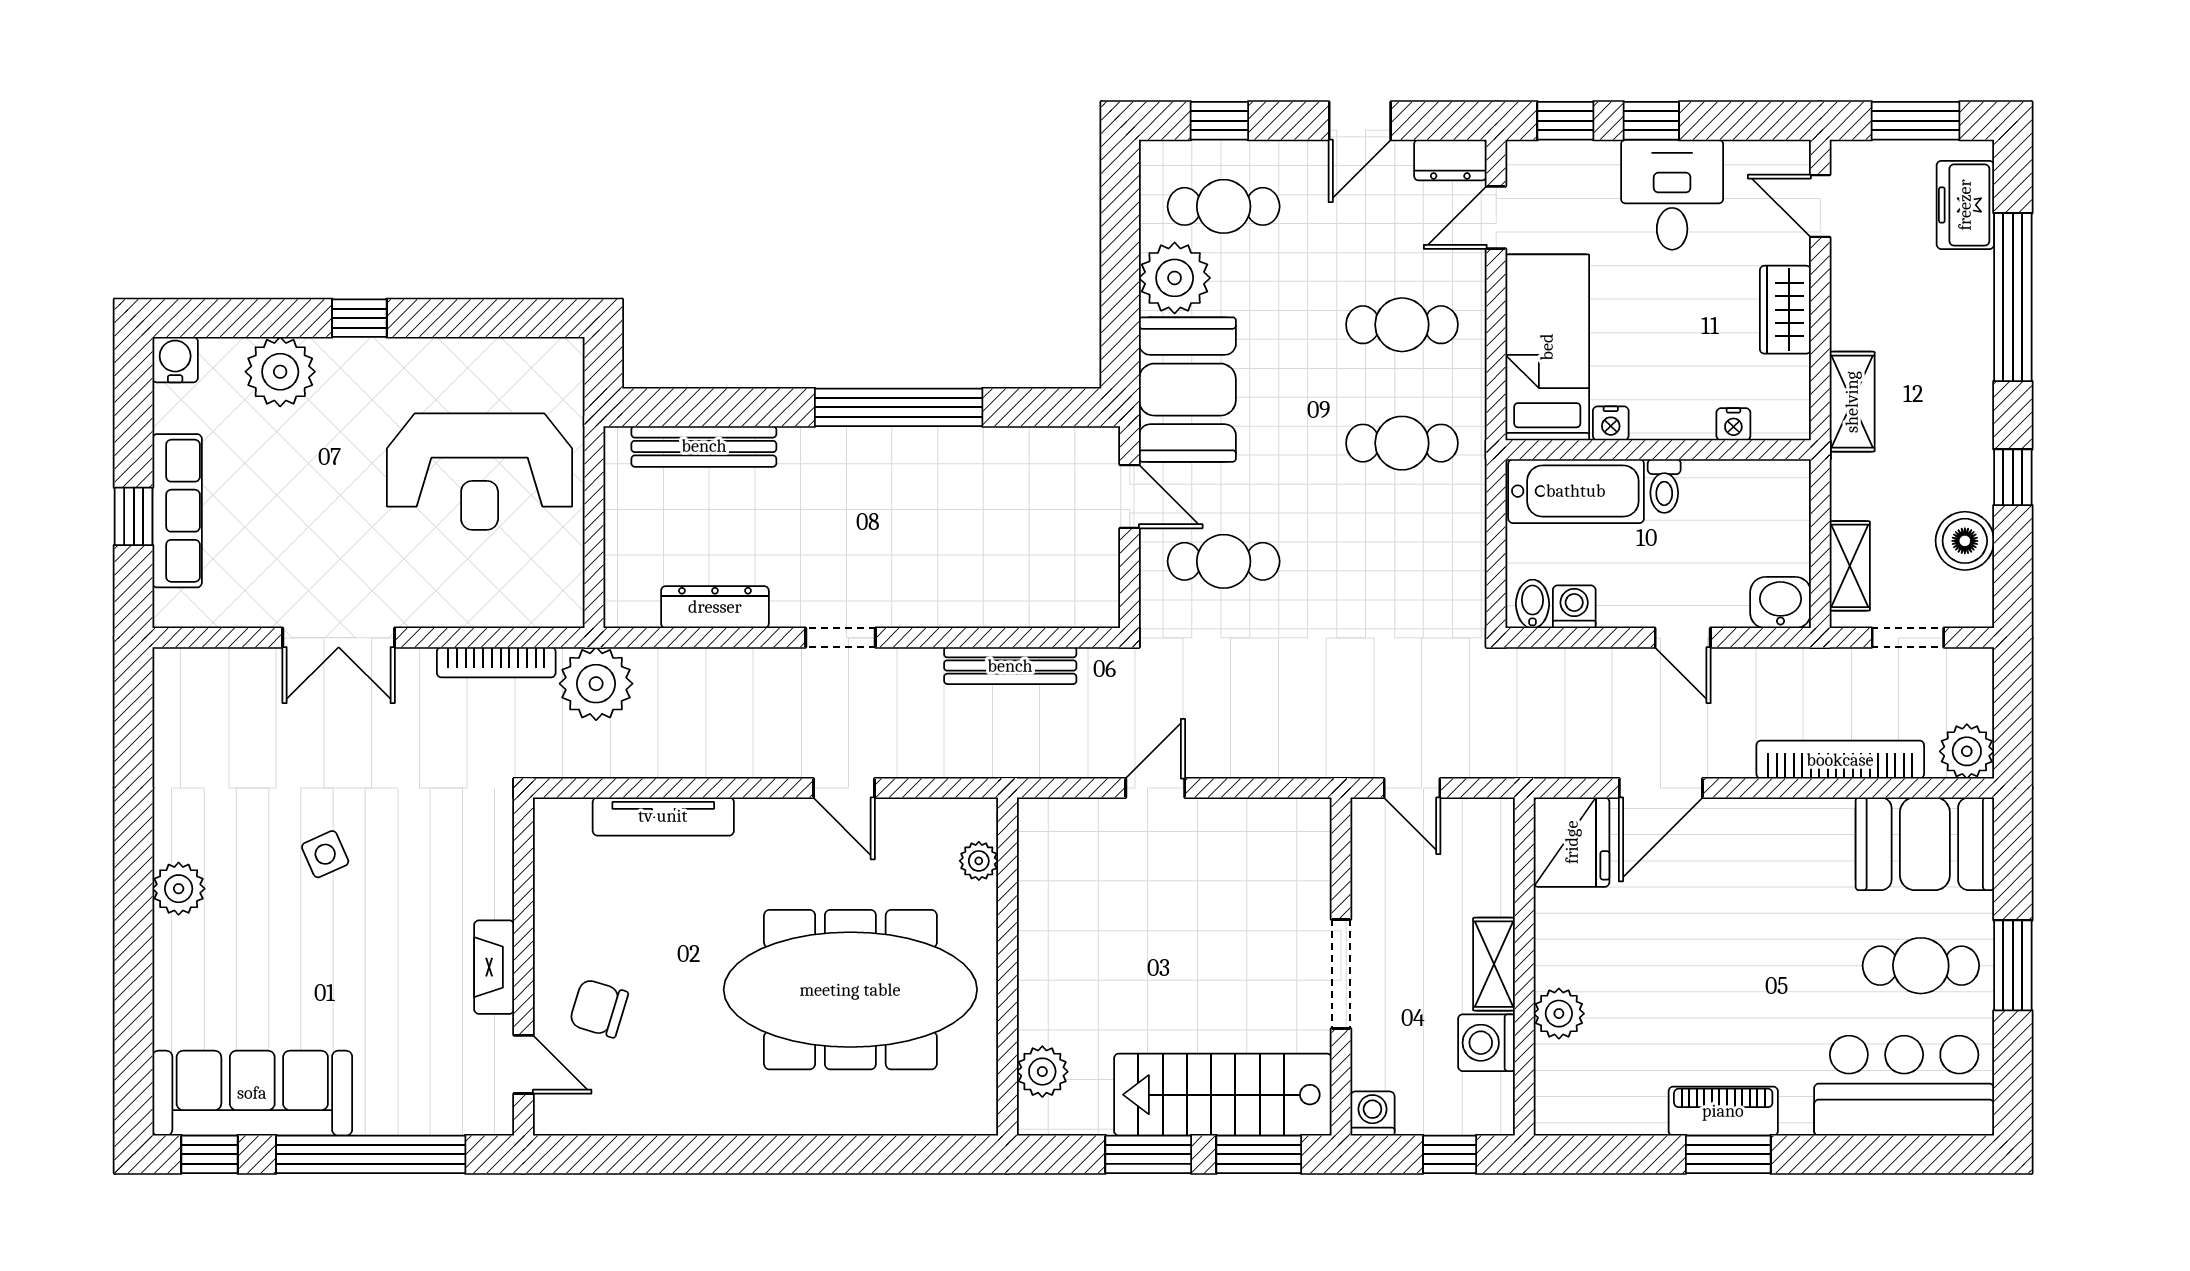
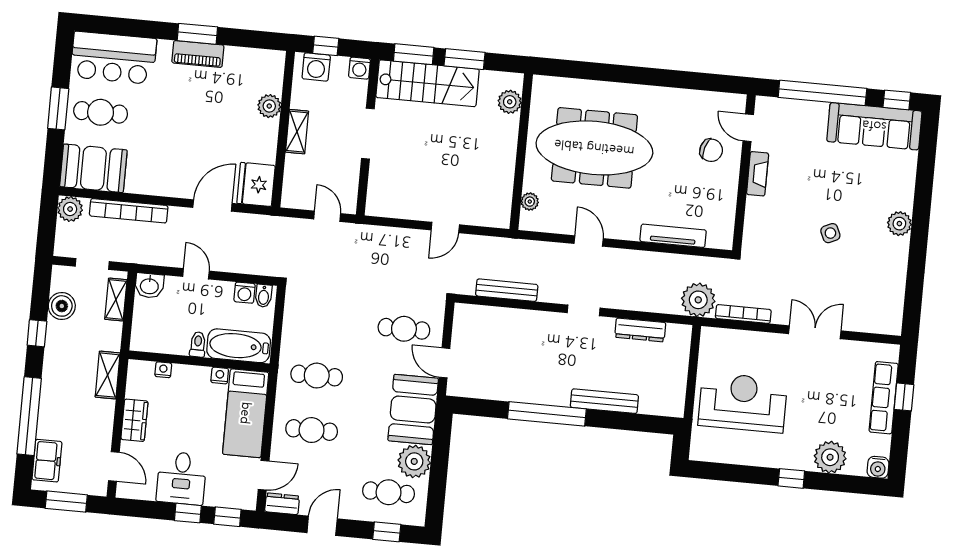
bench: (704, 446) -> (604, 401), moved
washing machine: (1486, 1043) -> (316, 67), moved, turned 90

